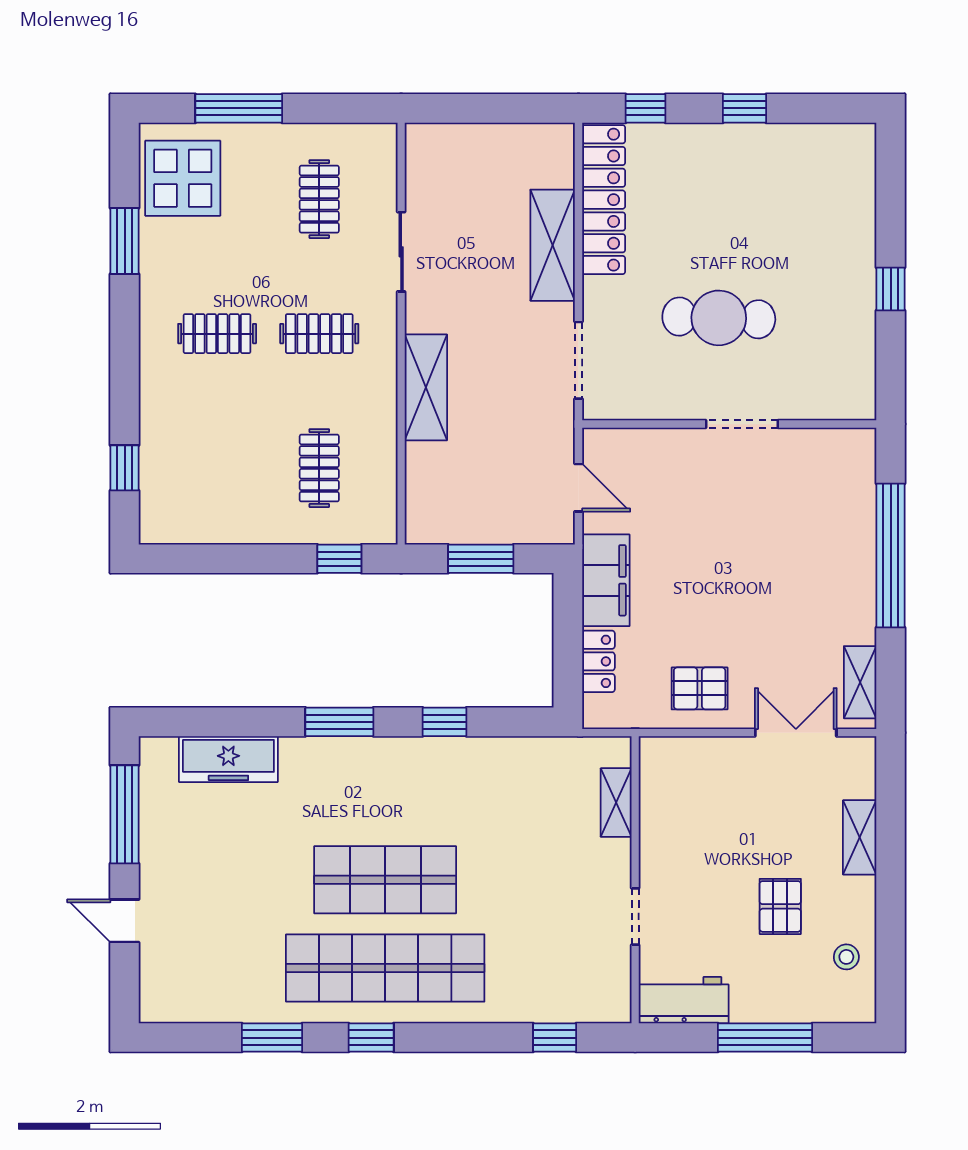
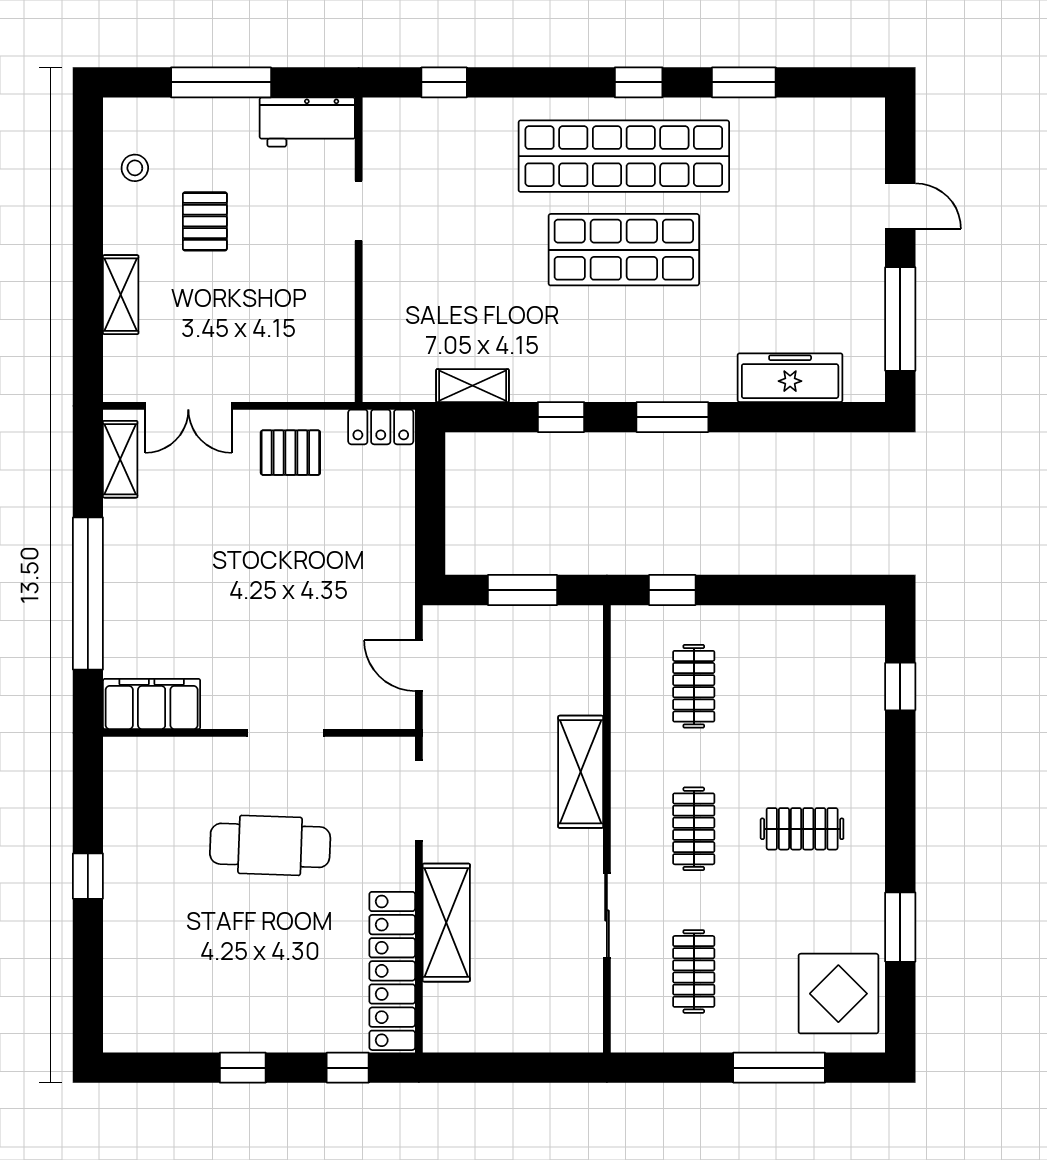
clothes rail: (319, 334) -> (694, 829), turned 90
doorway: (742, 424) -> (286, 733), moved
filing cabinet: (606, 580) -> (152, 704), moved, turned 90
locker: (598, 661) -> (381, 427), moved, turned -90
shelving: (616, 803) -> (473, 386), moved, turned 90

